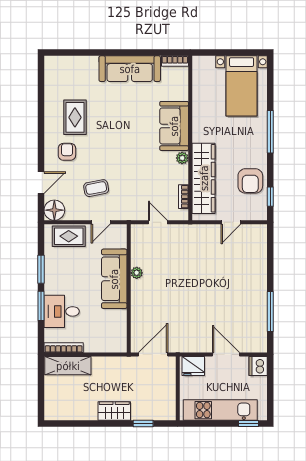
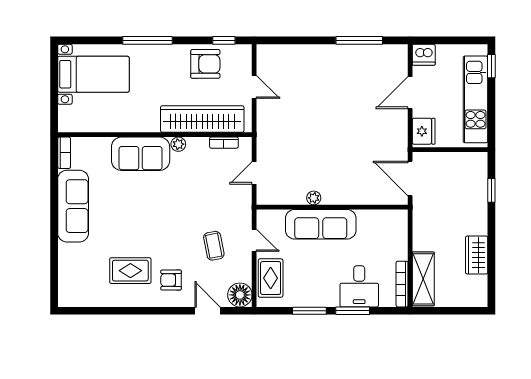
wardrobe: (114, 411) -> (477, 255), moved

